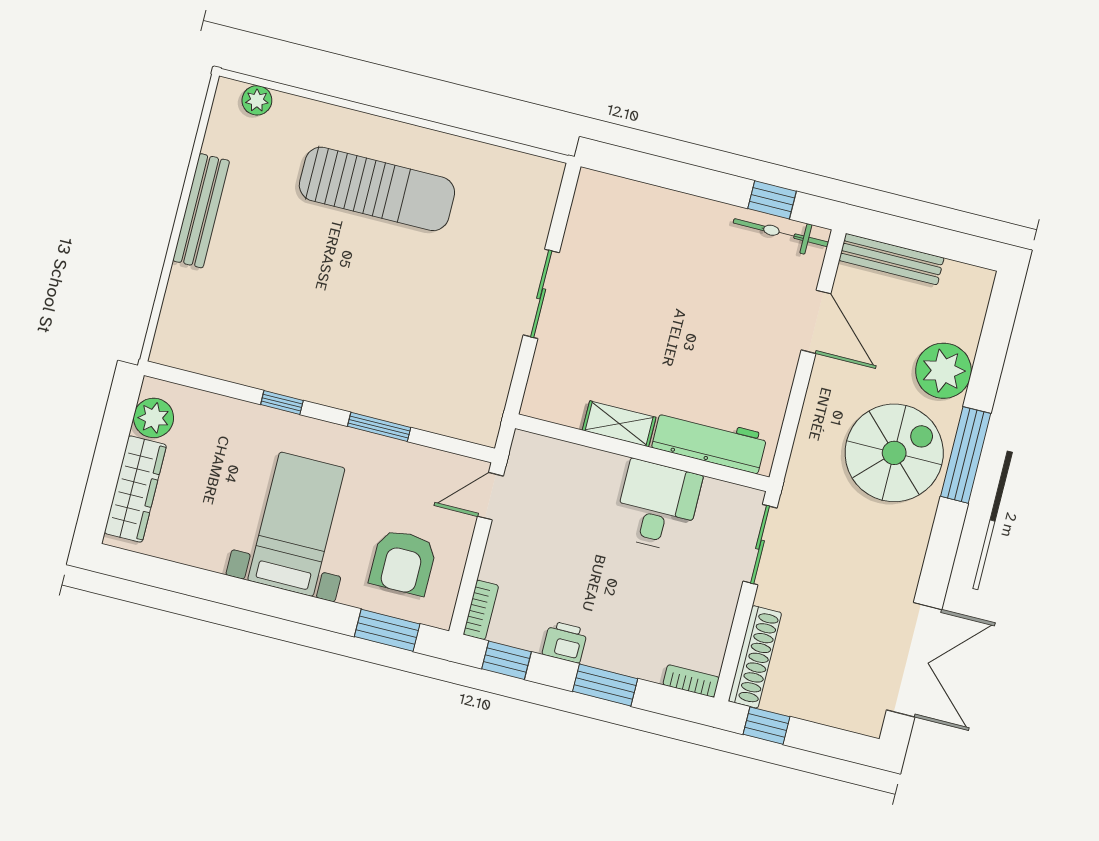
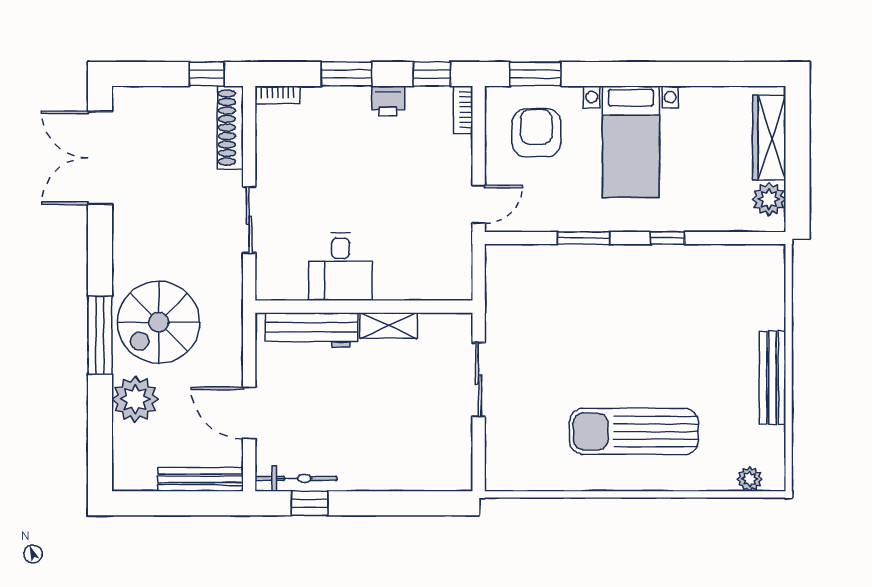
shelving: (619, 424) -> (389, 325), moved
workbench: (709, 441) -> (311, 330), moved
wall: (642, 453) -> (364, 307), moved
desk: (658, 506) -> (341, 267), moved

